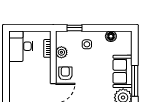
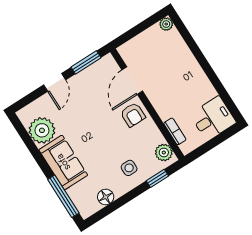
desk: (21, 46) -> (213, 118), width x0.73
plant: (61, 52) -> (164, 153), moved
window: (135, 81) -> (63, 196), moved

